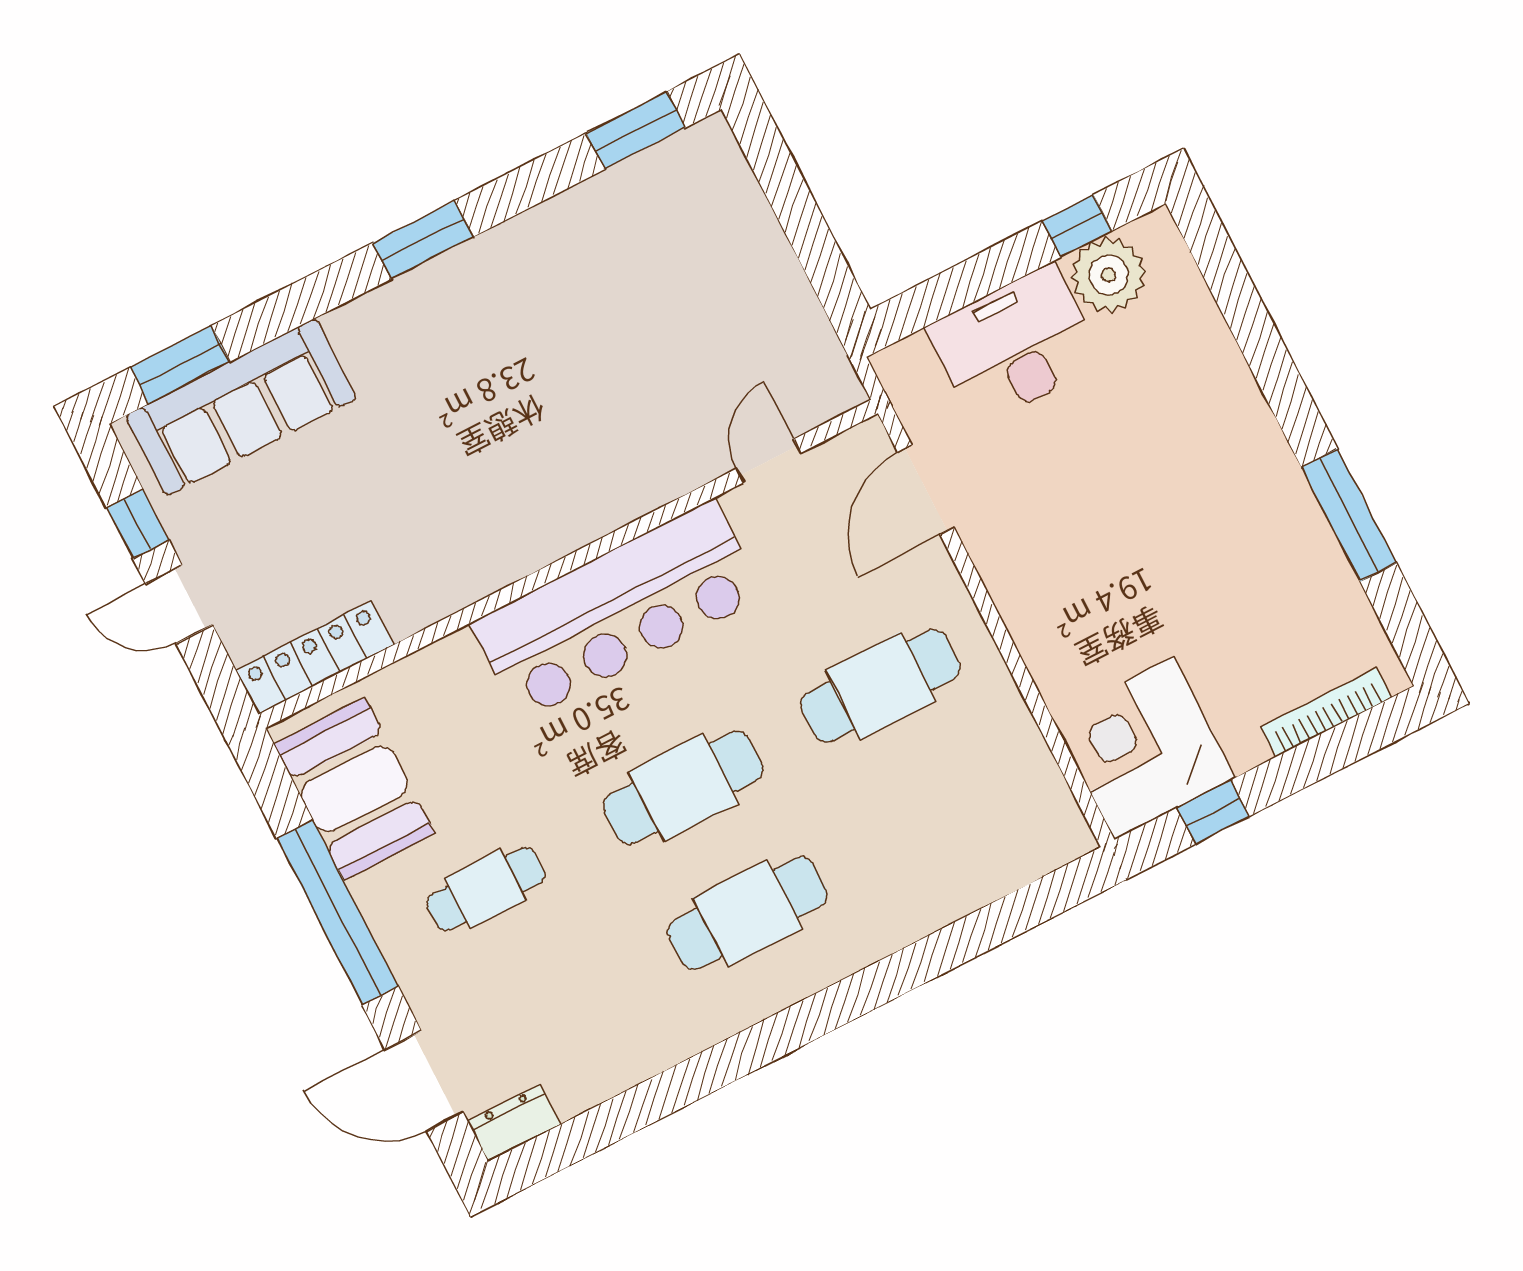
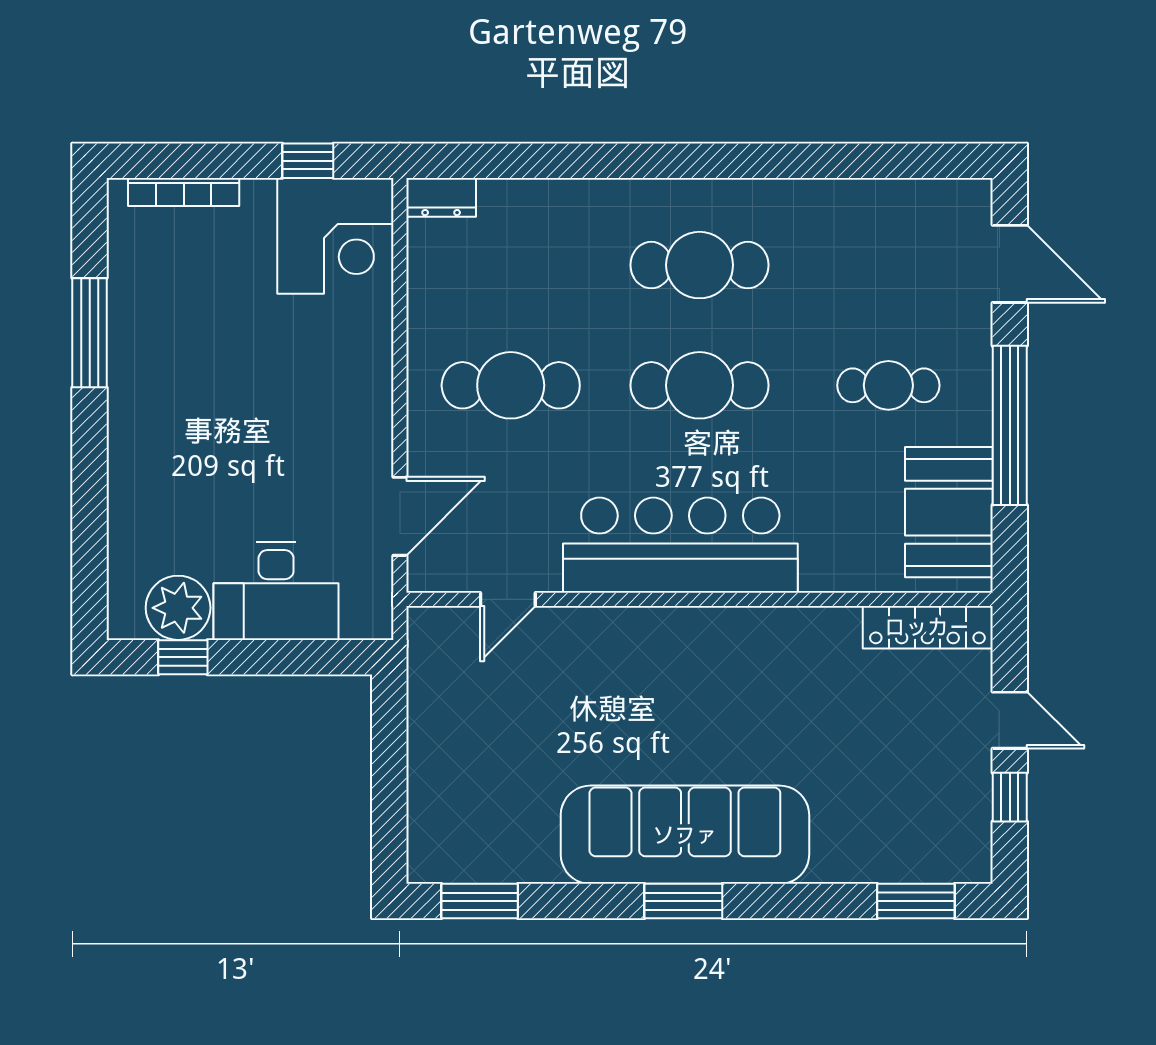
sofa: (241, 407) -> (685, 835), moved, width x1.36, depth x1.27
dresser: (514, 1123) -> (441, 197), moved

